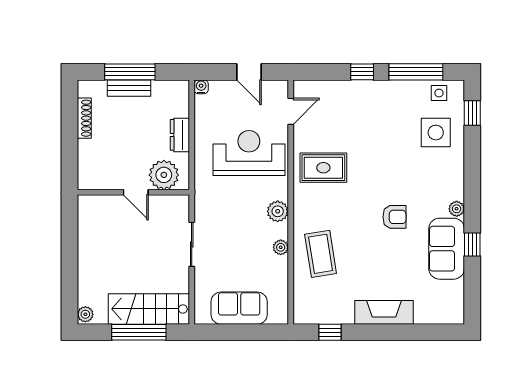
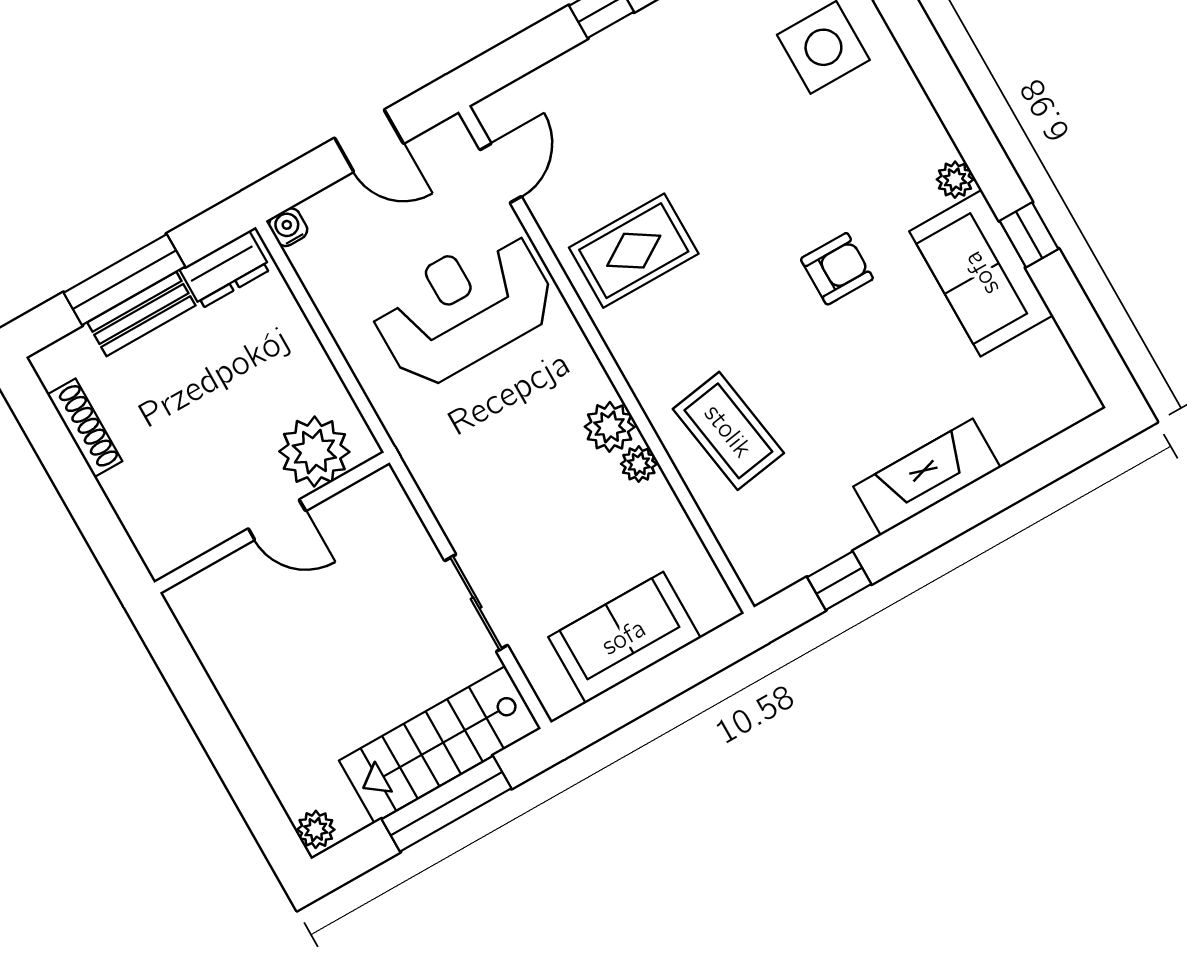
dresser: (180, 135) -> (225, 270), moved, turned -90
plant: (278, 211) -> (610, 427), moved
sliding door: (192, 244) -> (476, 603), moved

